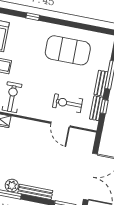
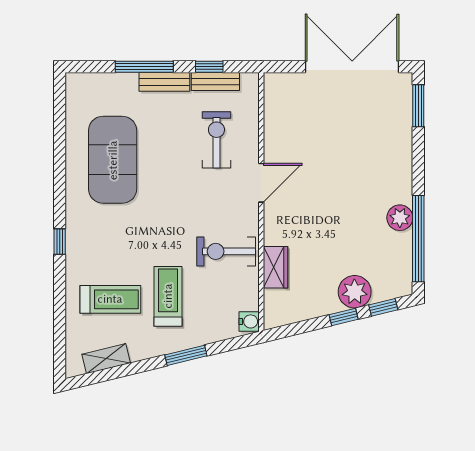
exercise bike: (68, 103) -> (216, 140), turned 180
door: (60, 125) -> (261, 183), moved
bench: (35, 192) -> (403, 169), removed

